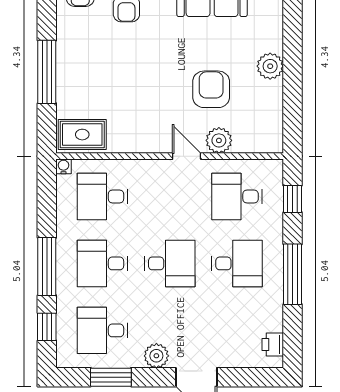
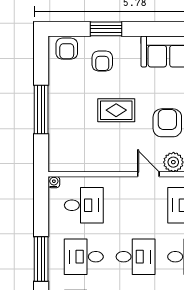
rug: (82, 135) -> (116, 110), moved
desk: (102, 197) -> (84, 205), turned 180

